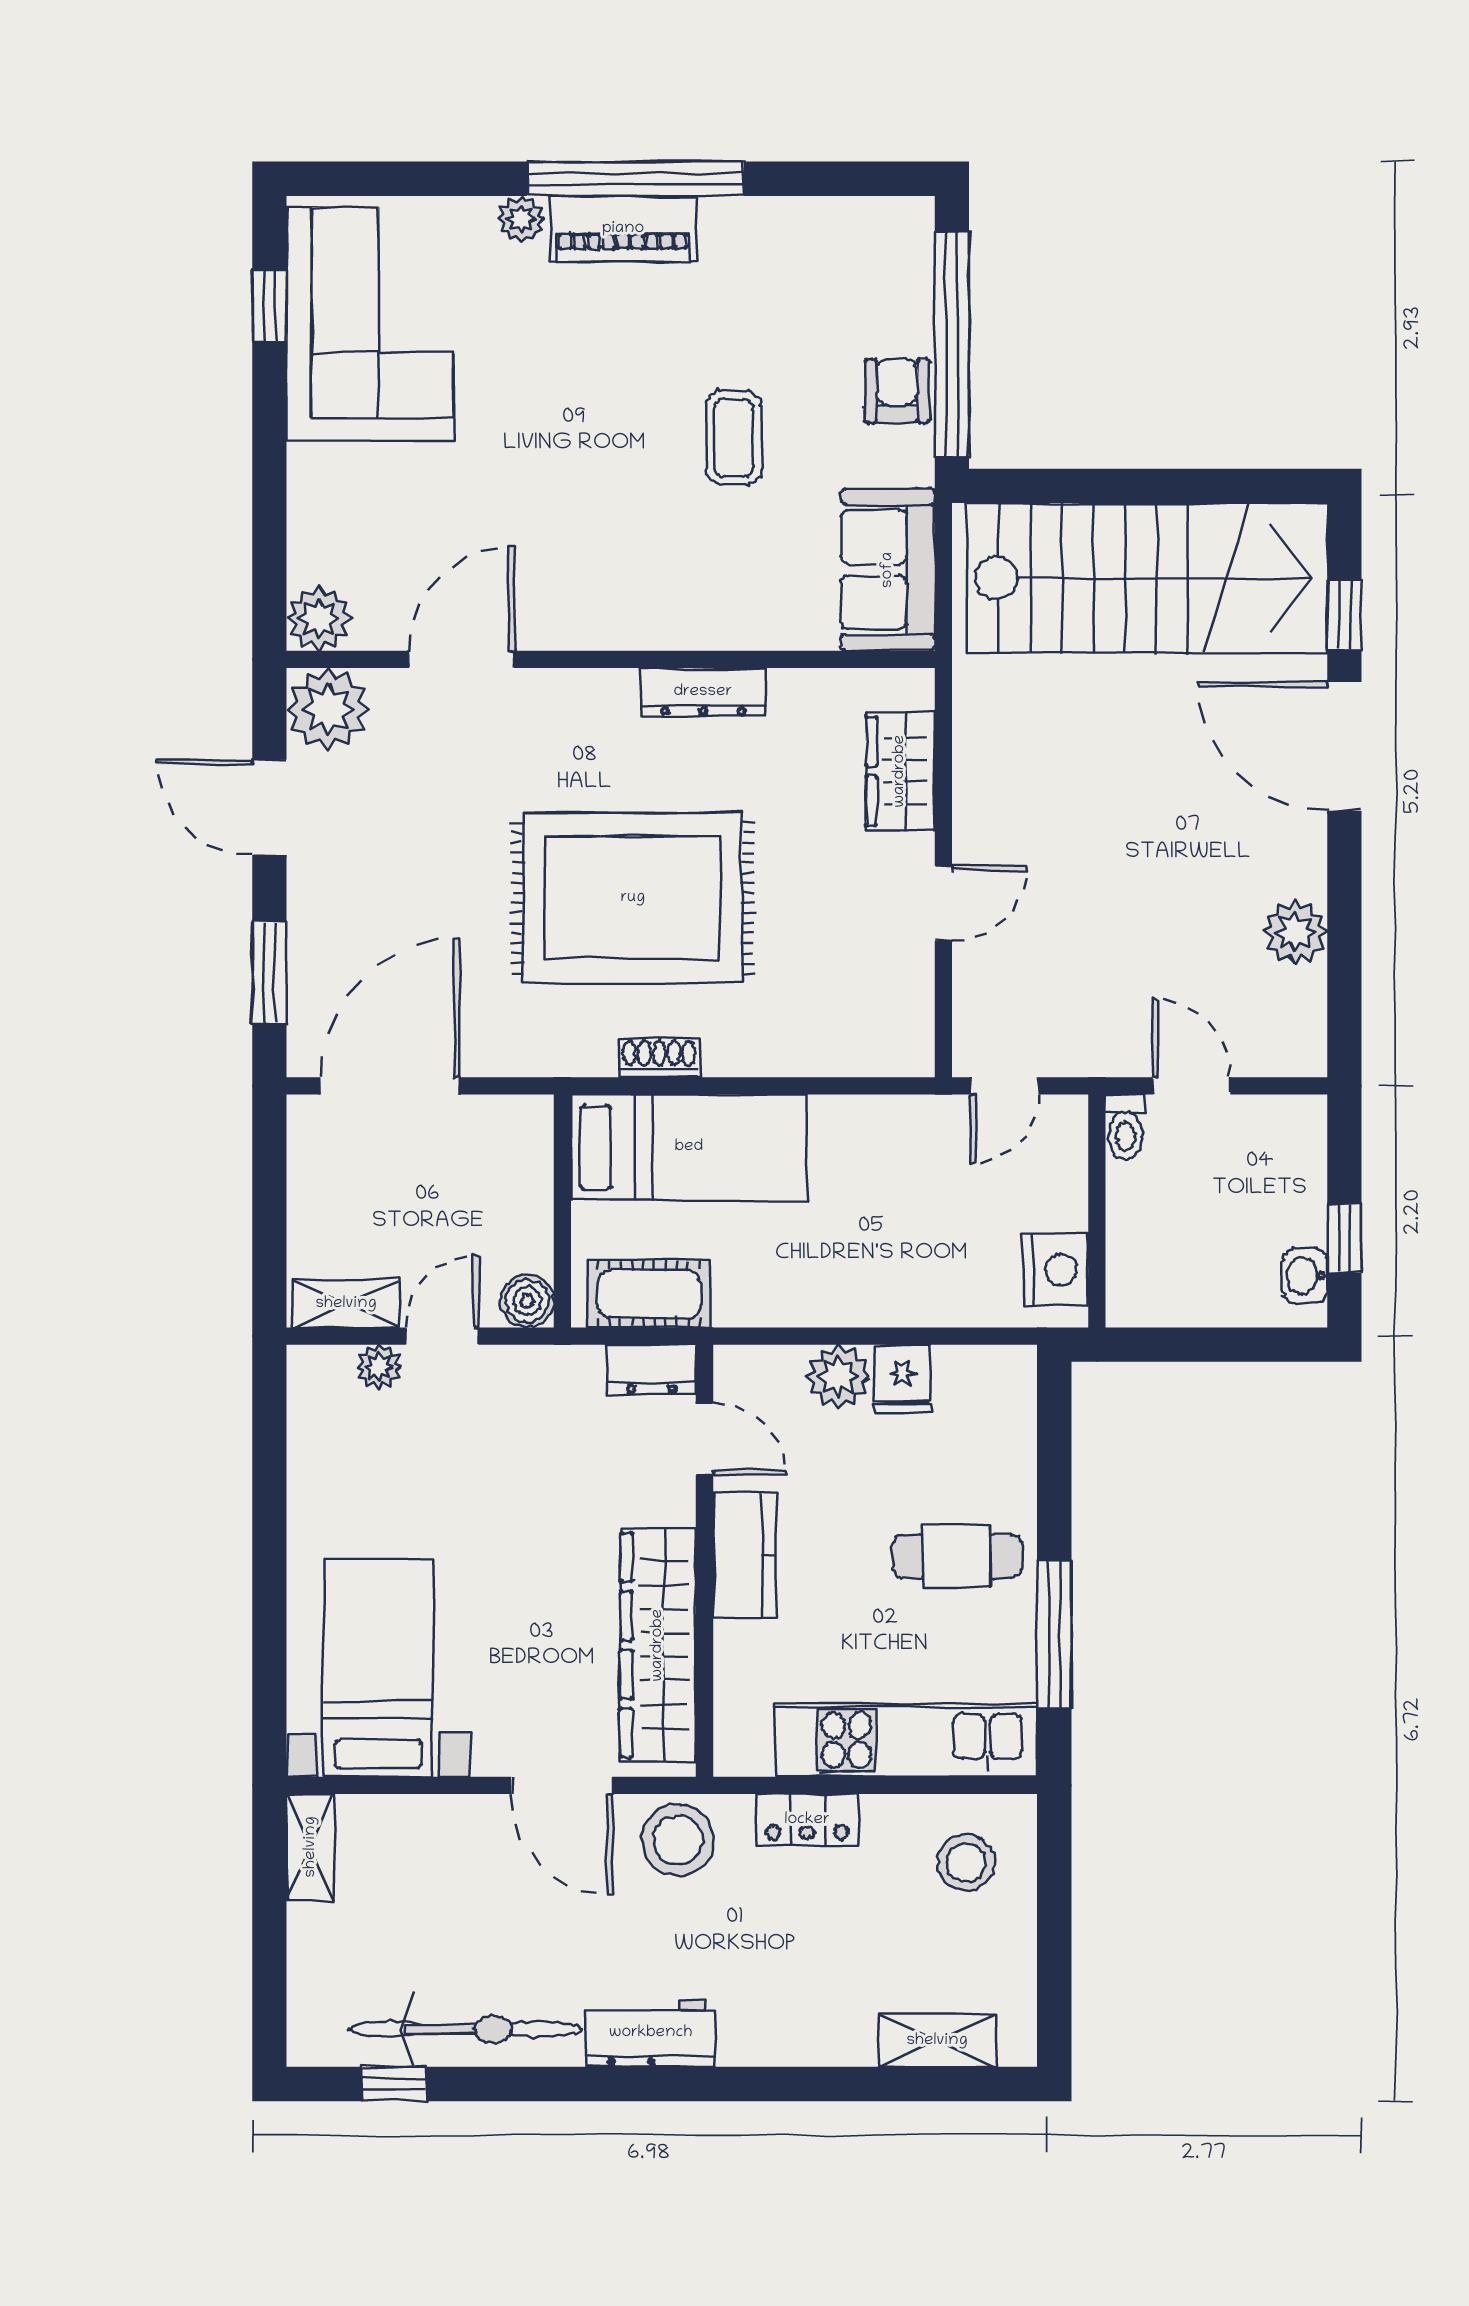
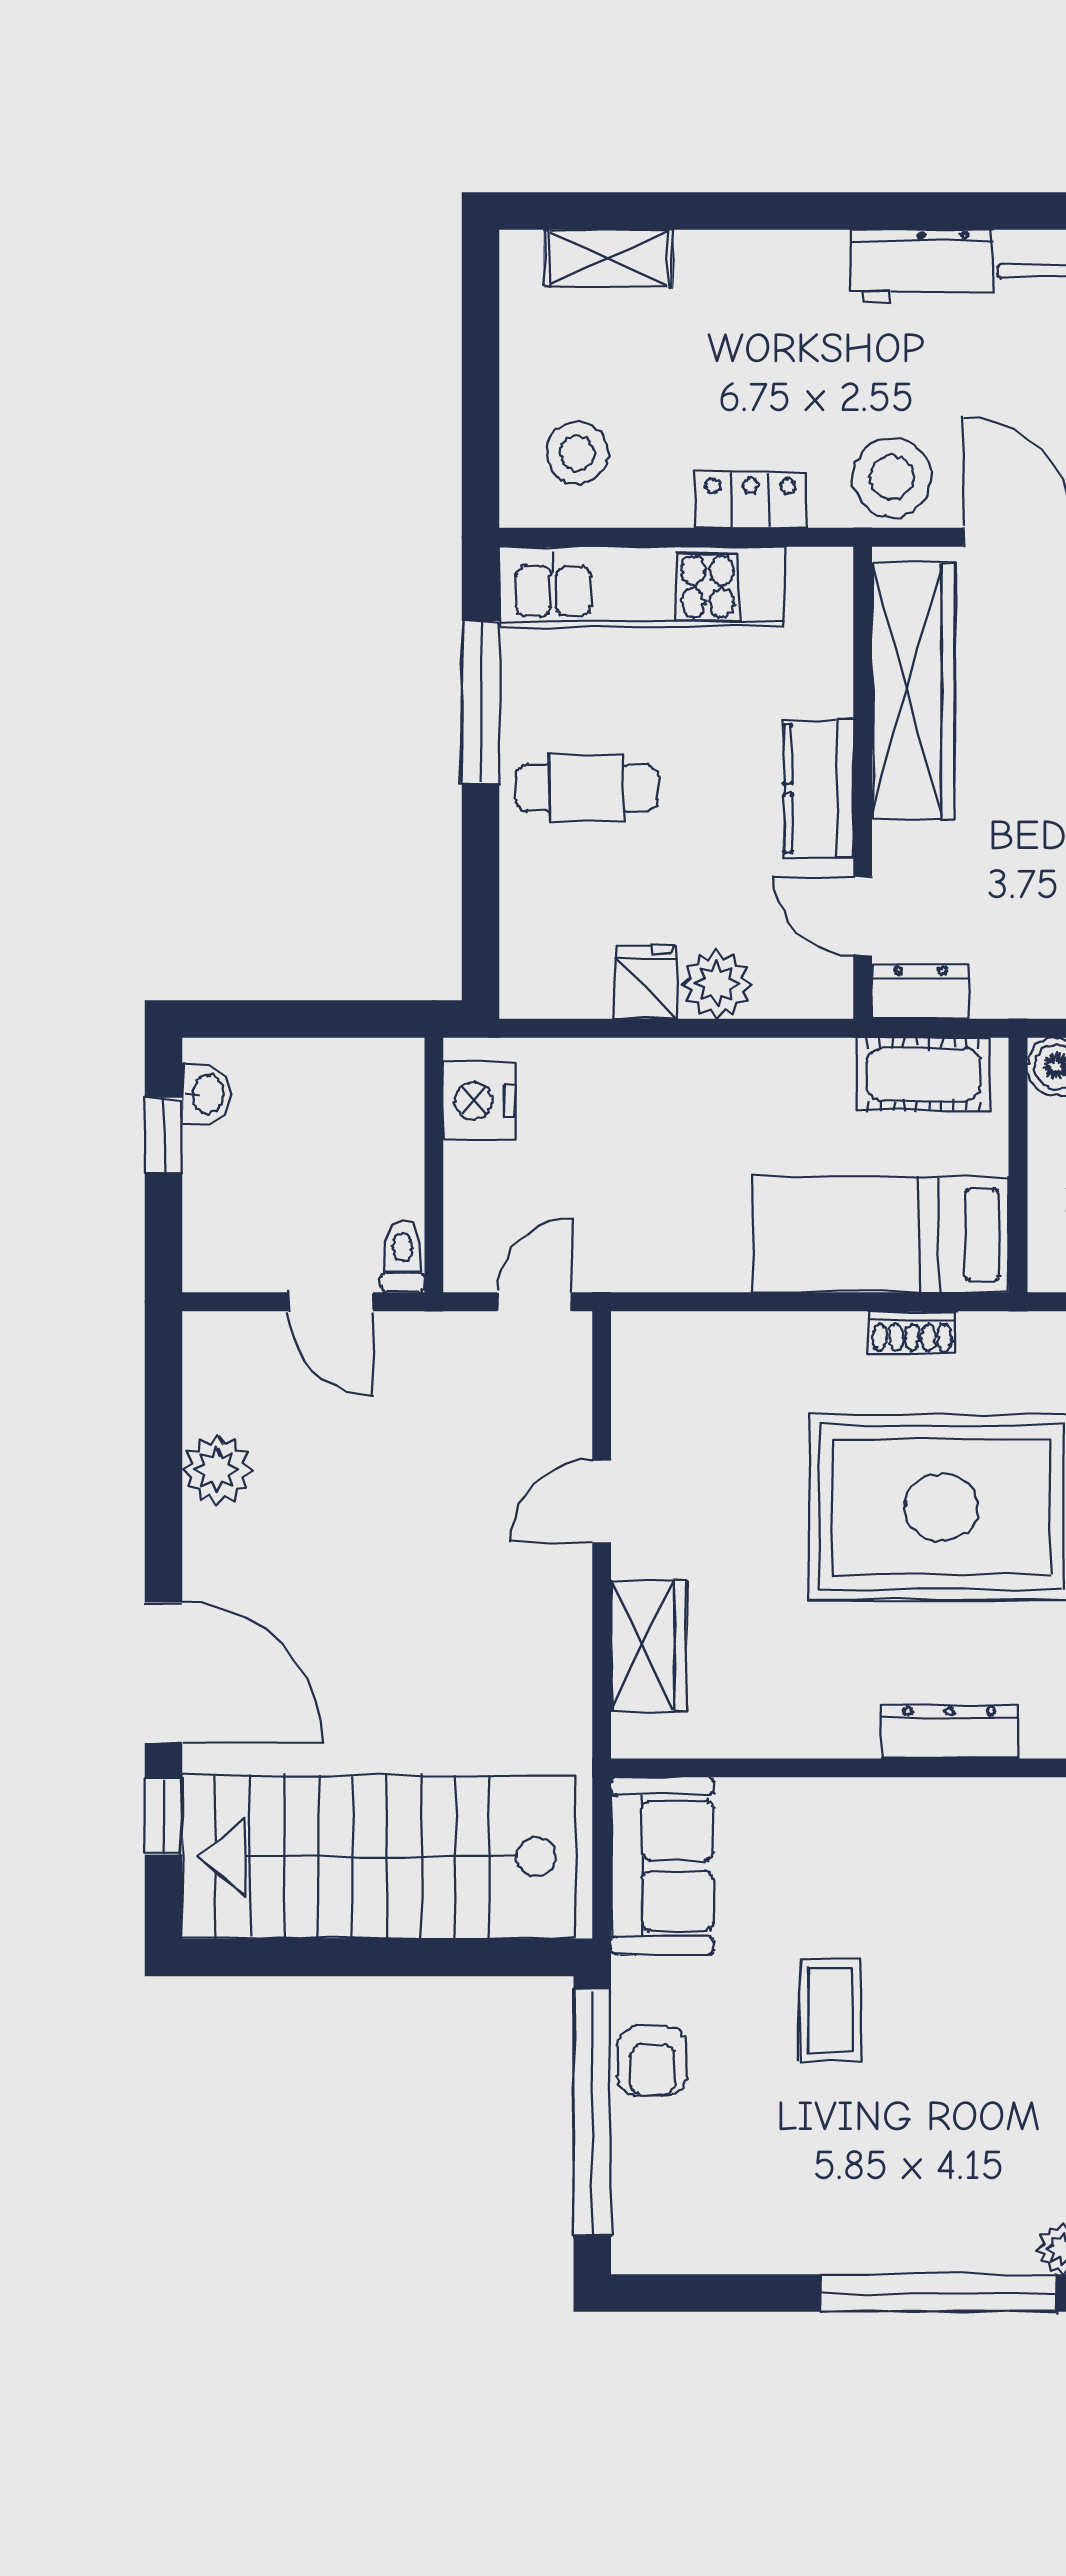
piano: (623, 229) -> (952, 2238), removed
dresser: (703, 692) -> (949, 1732), moved

